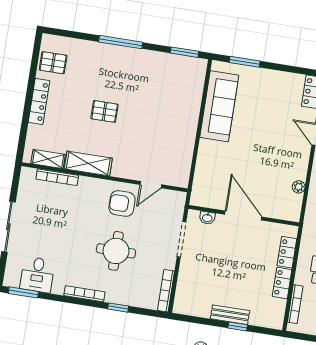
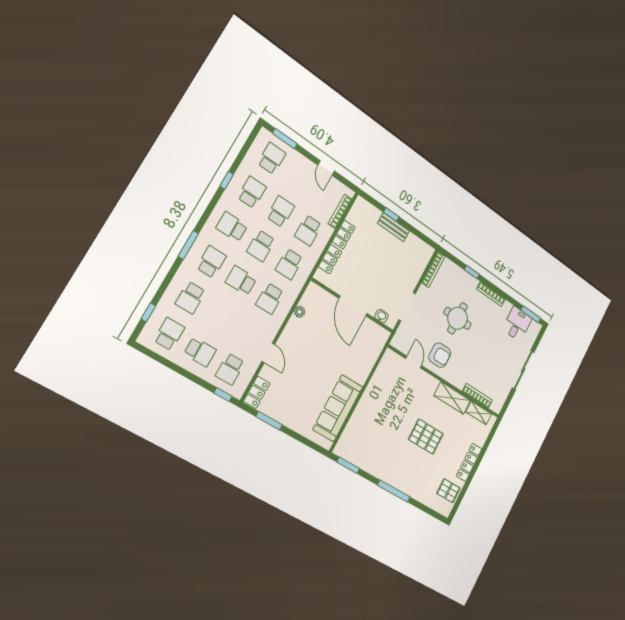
window: (245, 62) -> (269, 421), moved
pallet: (105, 111) -> (426, 437), width x1.50, depth x1.42
door: (151, 185) -> (414, 362), hinge flipped

